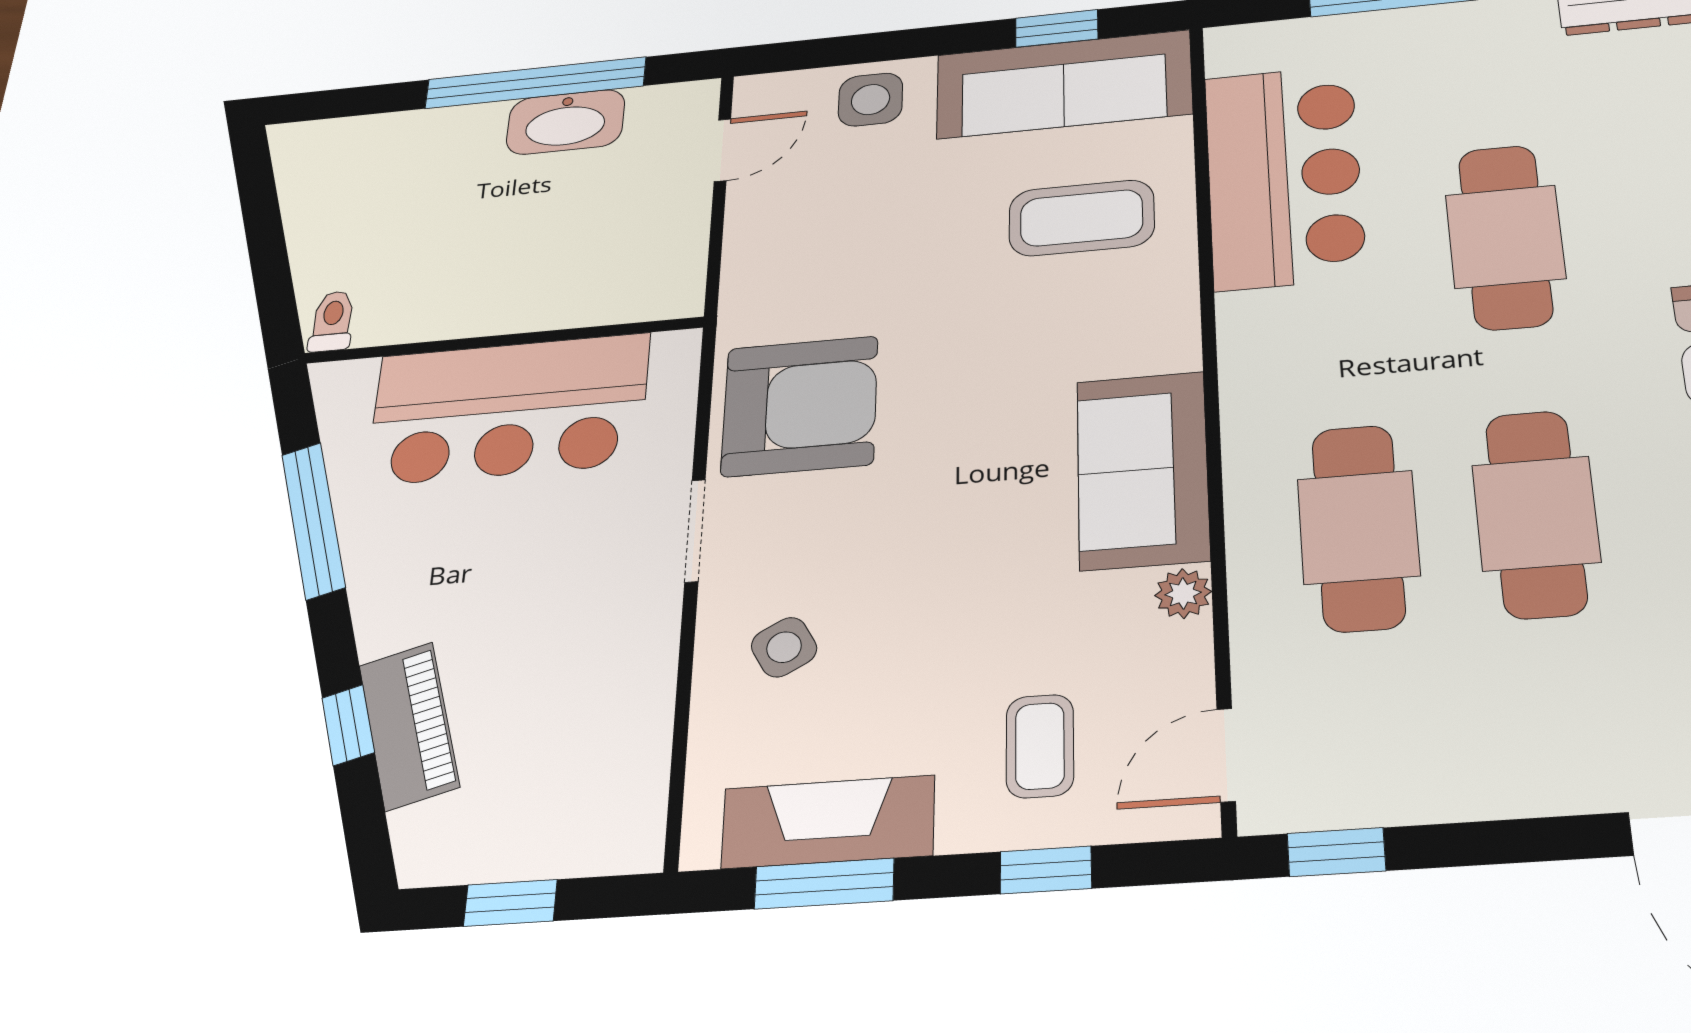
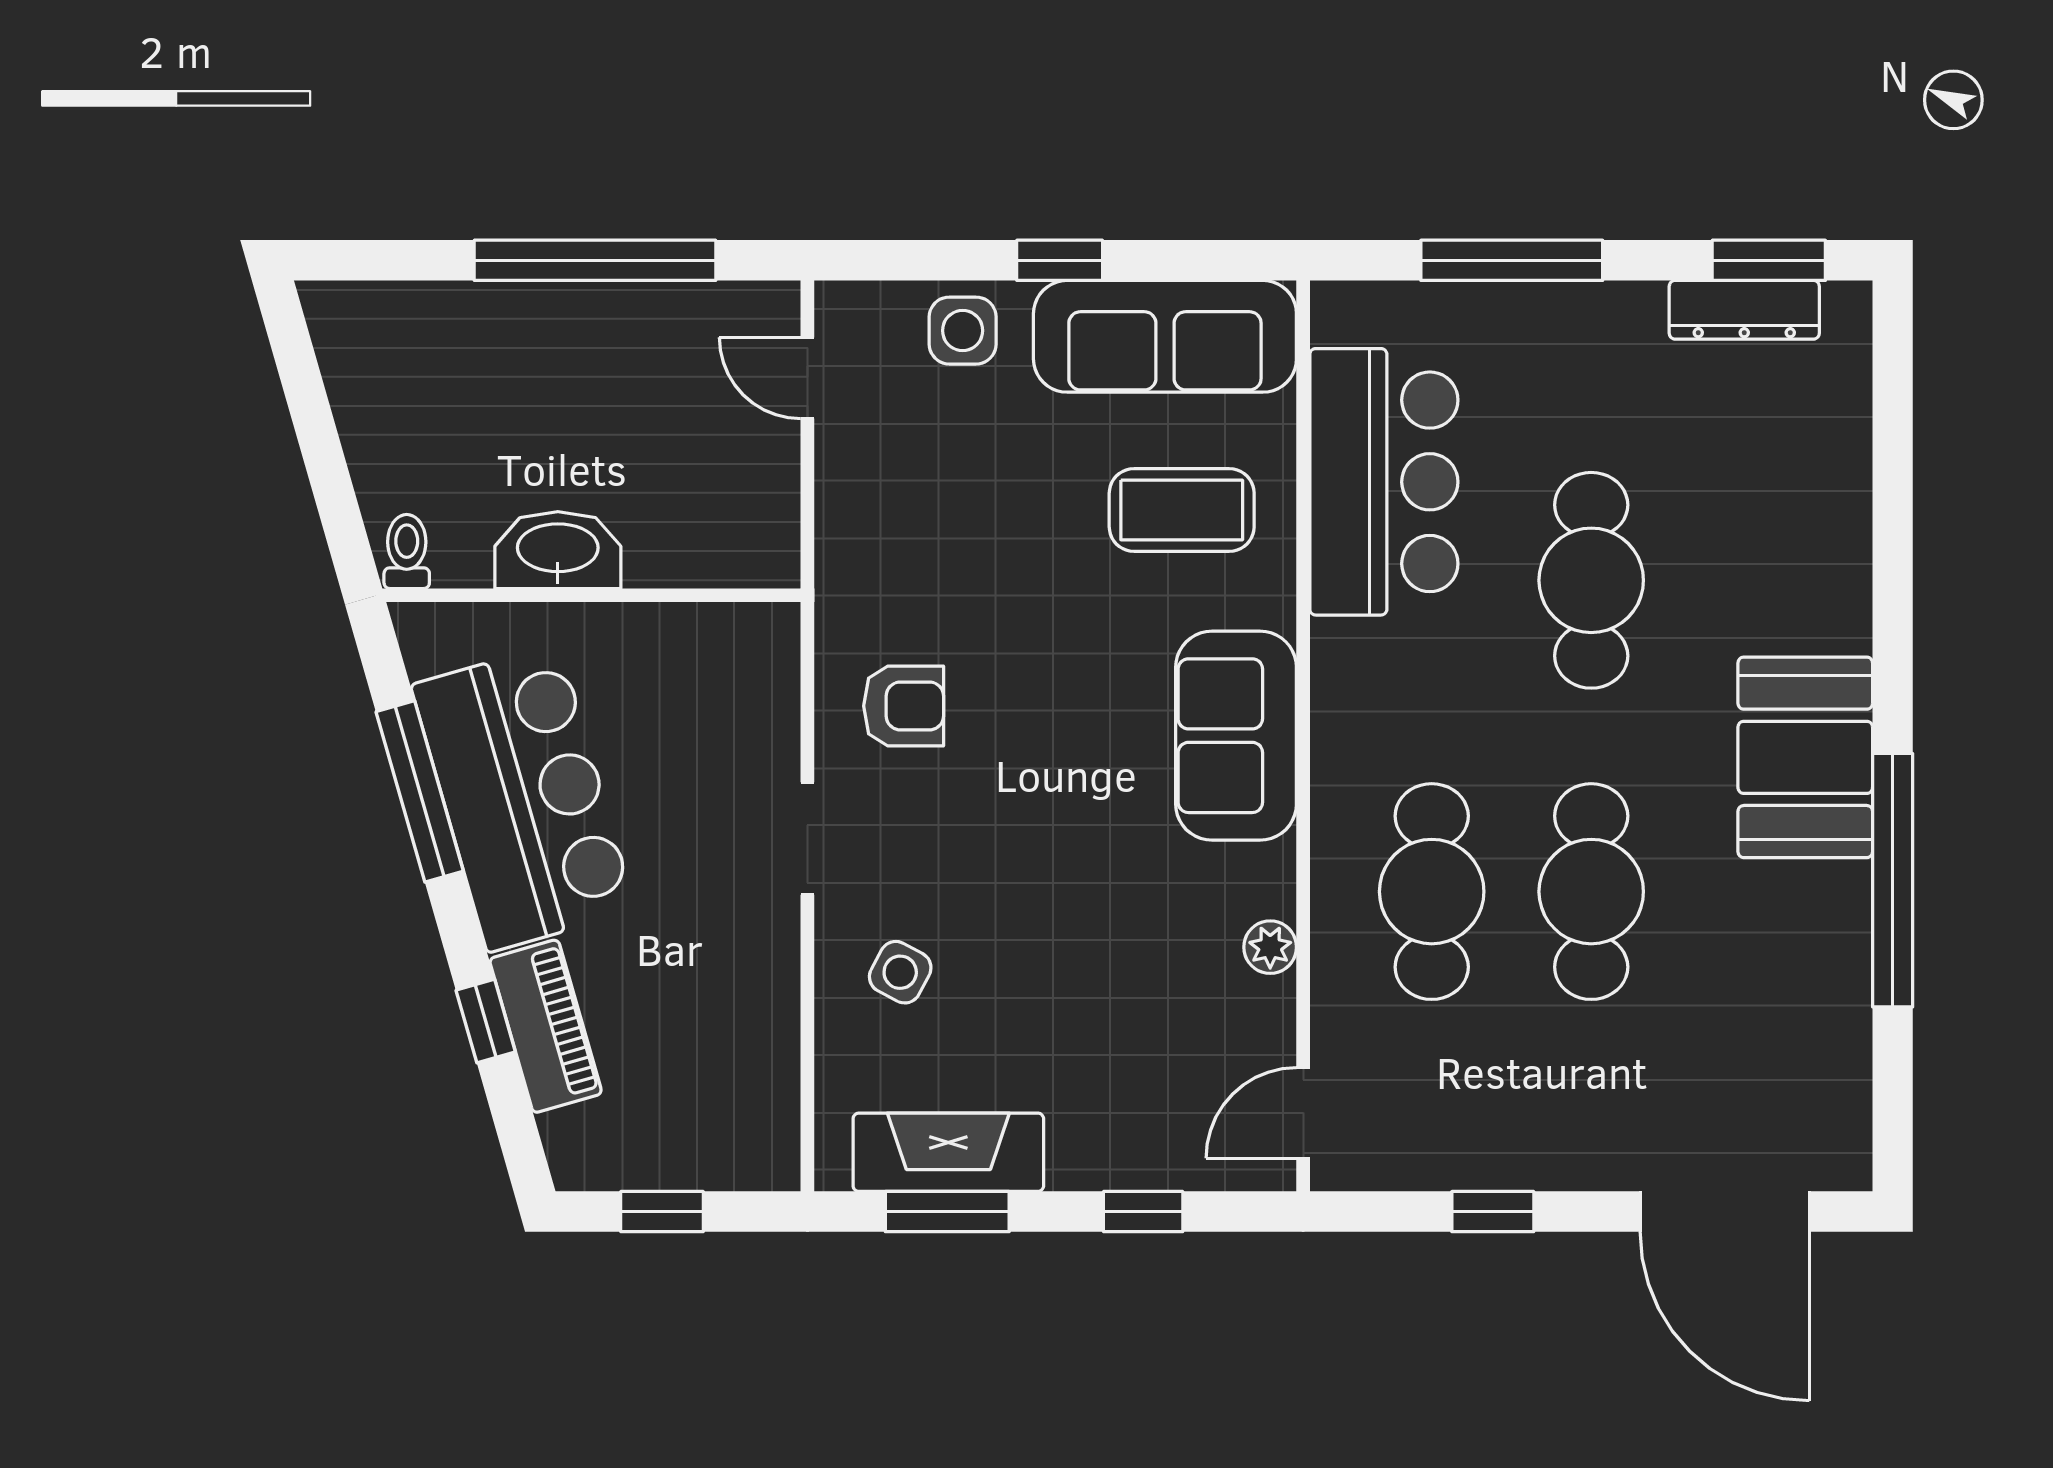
window: (1057, 28) -> (1060, 260), moved
washbasin: (566, 122) -> (558, 550), moved, turned 180
door: (722, 150) -> (807, 378), swing flipped
armchair: (800, 406) -> (904, 706), width x0.53, depth x0.53
bar counter: (508, 409) -> (523, 798), moved, turned -106
sofa: (1142, 470) -> (1236, 736), moved
side table: (784, 647) -> (900, 972), turned -33
coffee table: (1040, 746) -> (1138, 1092), removed
window: (1336, 852) -> (1493, 1212), moved

